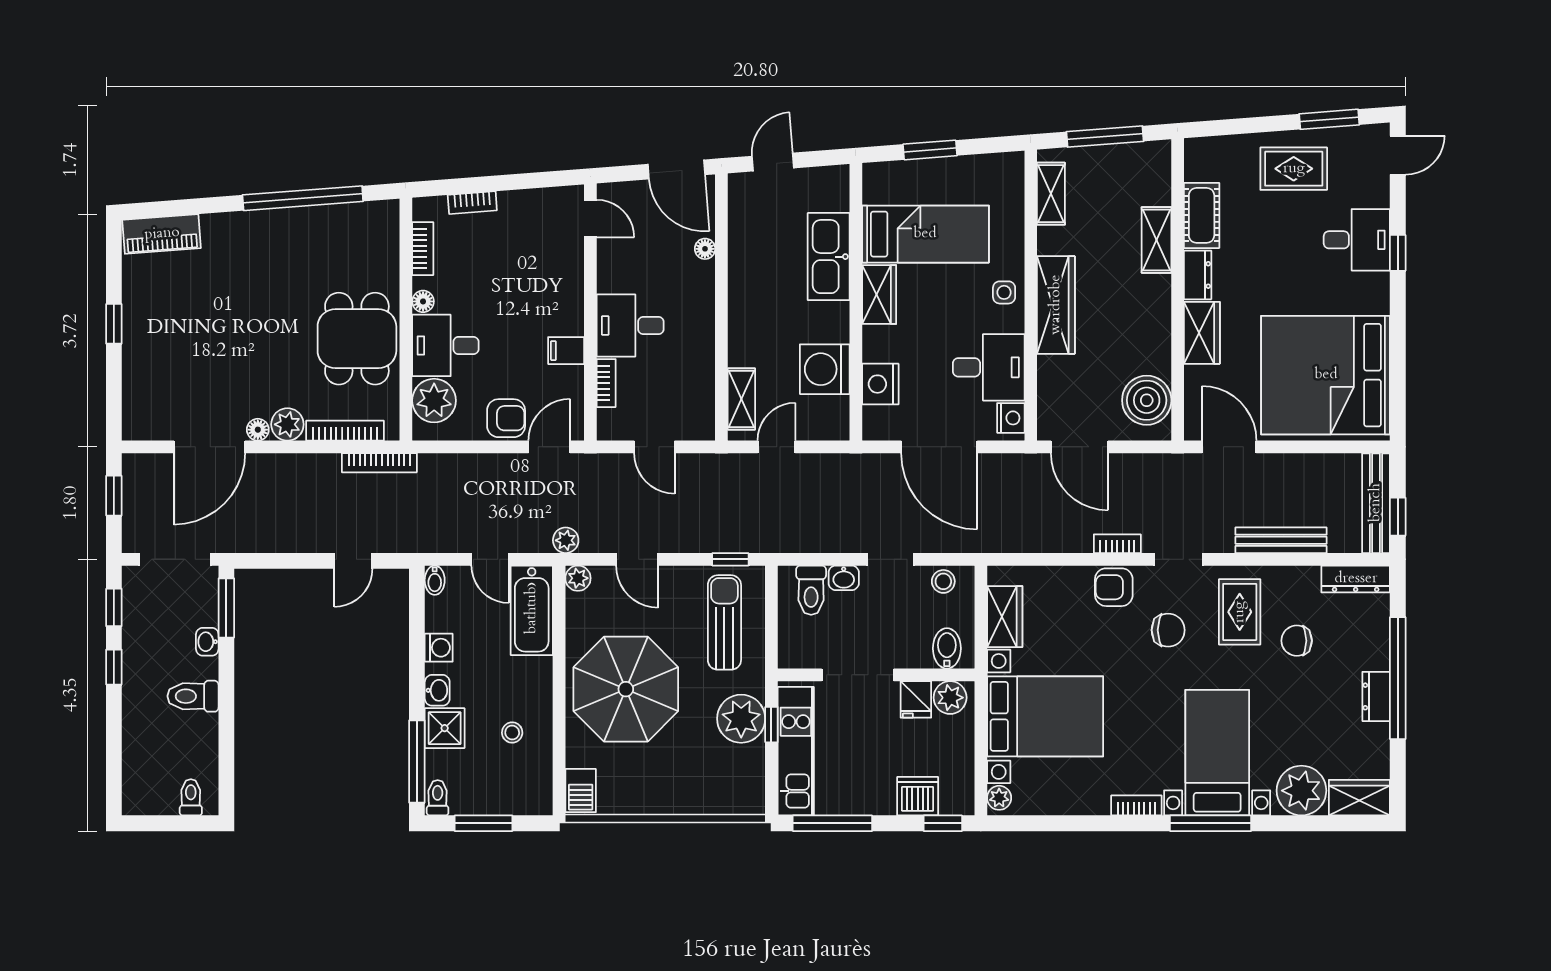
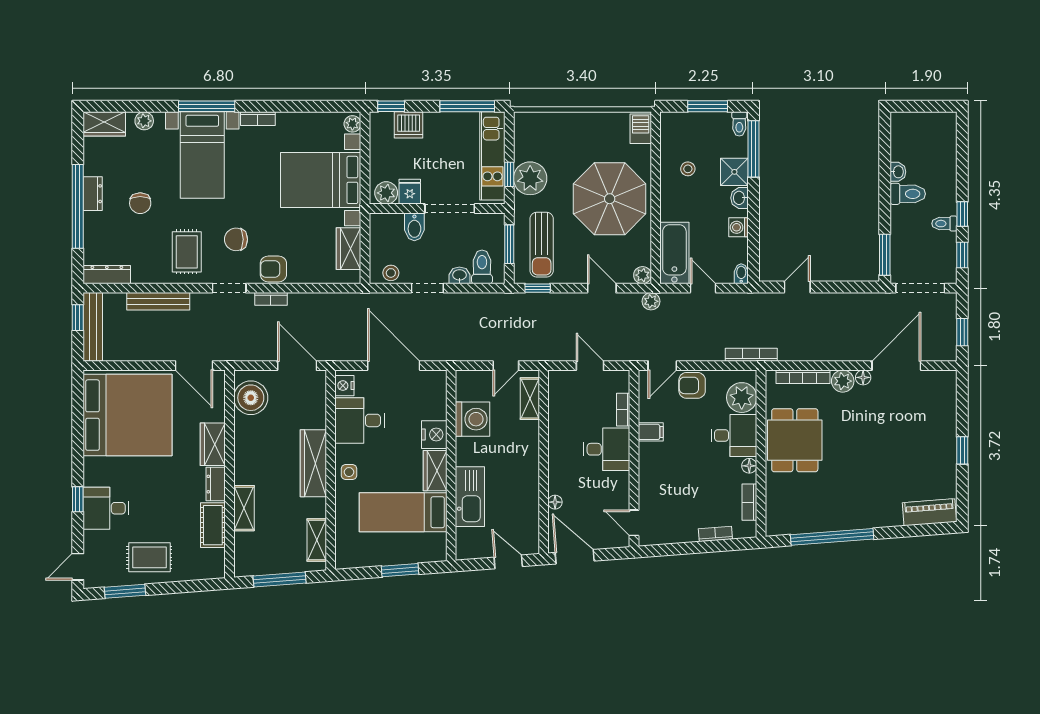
door: (773, 162) -> (508, 562), swing flipped
nightstand: (880, 384) -> (434, 435), moved
bookcase: (379, 463) -> (751, 355), moved
armchair: (1114, 587) -> (273, 269), turned 180
window: (771, 623) -> (509, 244), added
chair: (1297, 641) -> (140, 203), moved, turned 90
washbasin: (207, 642) -> (898, 172), moved
bidet: (947, 648) -> (414, 227), moved
plant: (1301, 791) -> (144, 121), width x0.53, depth x0.53
toilet: (191, 797) -> (944, 224), moved, turned 90

